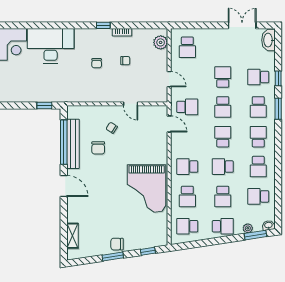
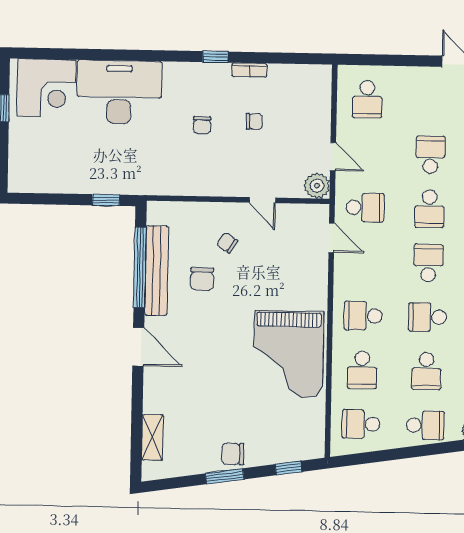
plant: (161, 42) -> (317, 186), moved

